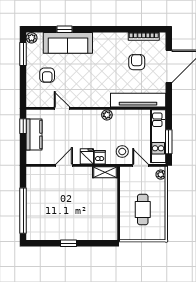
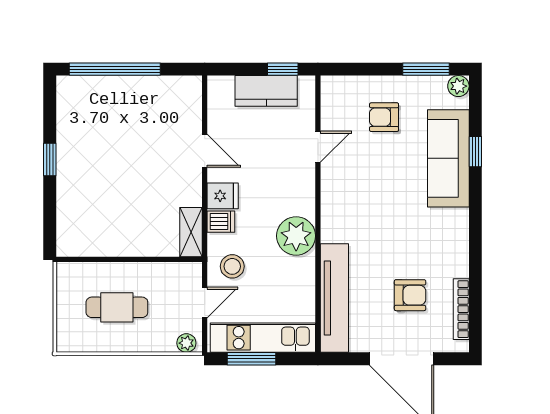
plant: (107, 115) -> (296, 236), width x1.88, depth x1.88

